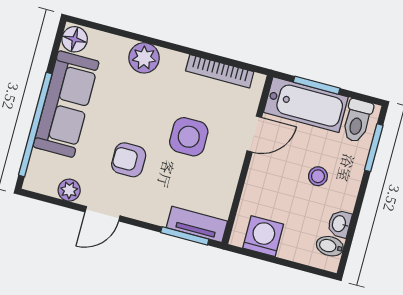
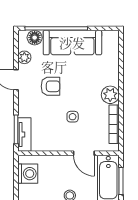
floor lamp: (75, 39) -> (35, 38), moved
plant: (144, 58) -> (110, 95), moved
side table: (189, 137) -> (73, 117), width x0.54, depth x0.54
armchair: (129, 160) -> (50, 86), turned 90

